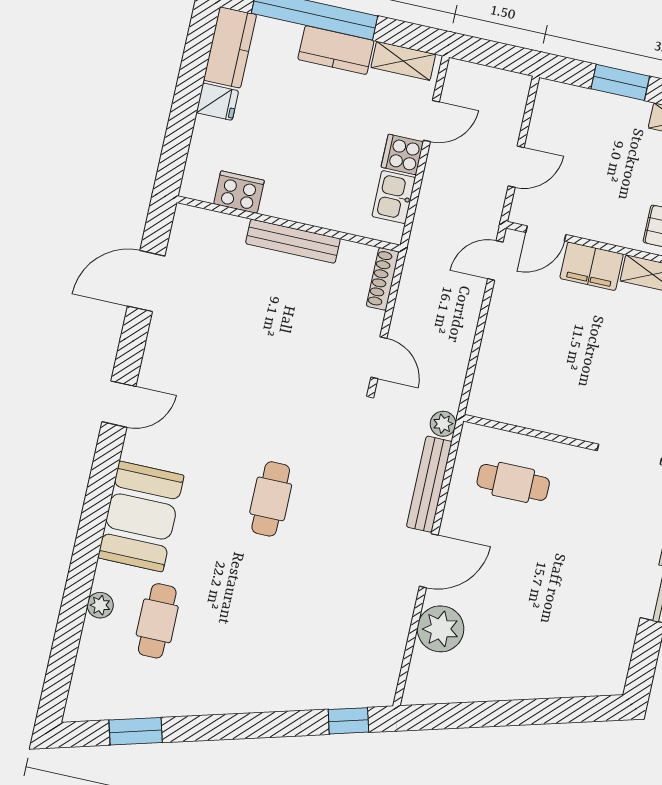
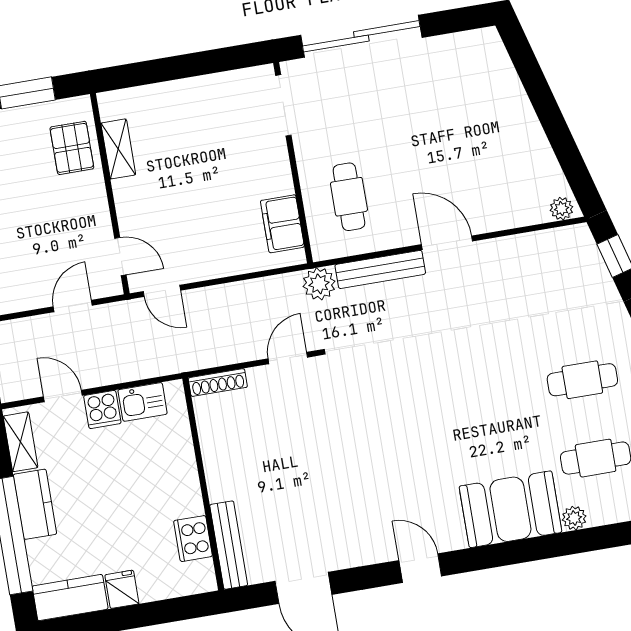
door: (516, 167) -> (73, 306), hinge flipped
bench: (293, 241) -> (229, 545), moved
filing cabinet: (592, 266) -> (282, 224), moved, turned 180
plant: (443, 424) -> (319, 284), width x1.38, depth x1.38
cafe table: (271, 499) -> (582, 380), moved
plant: (100, 605) -> (574, 518), moved
plant: (441, 629) -> (561, 209), moved, width x0.53, depth x0.53

